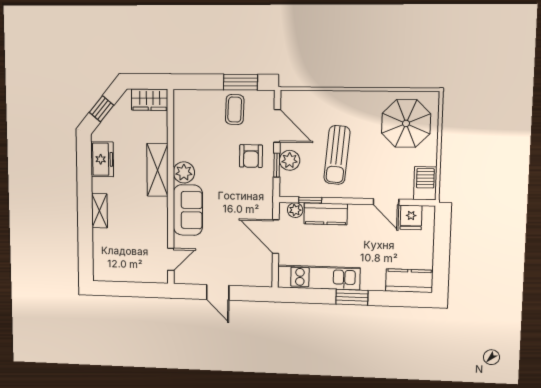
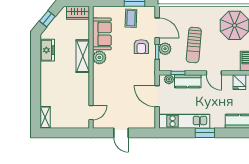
door: (386, 202) -> (214, 73), moved
sofa: (188, 210) -> (102, 34), moved
shelving: (99, 211) -> (45, 117), moved

